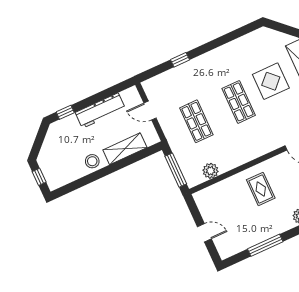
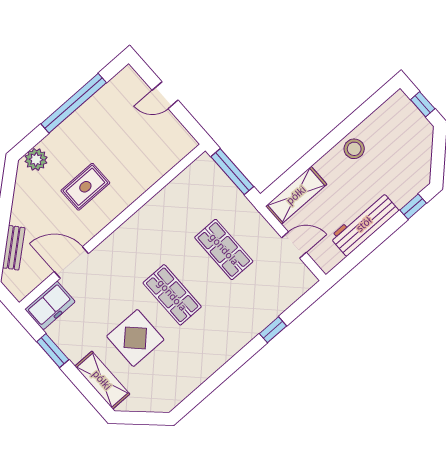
shelving: (125, 149) -> (296, 195), moved
plant: (210, 171) -> (183, 185), removed
rug: (261, 189) -> (85, 187), moved, turned 90
window: (265, 245) -> (74, 103), width x1.46

